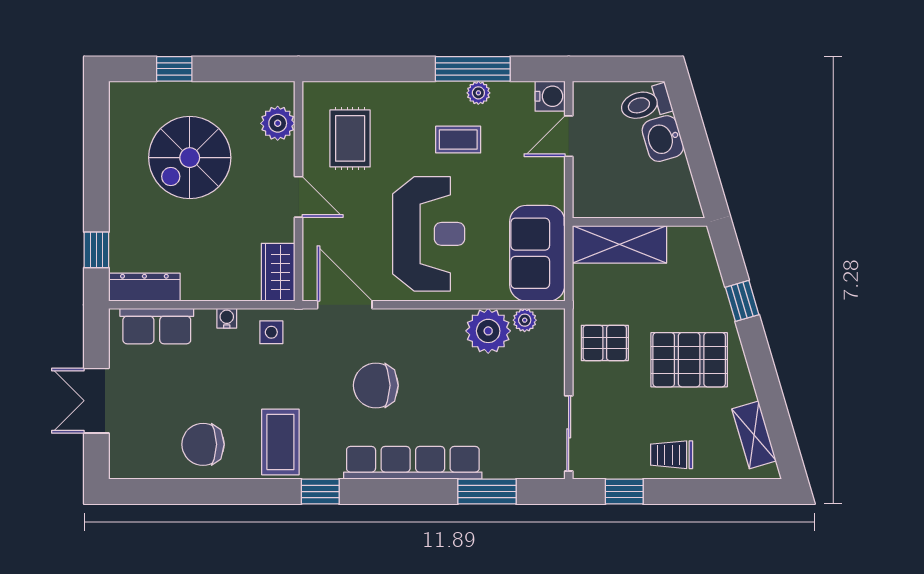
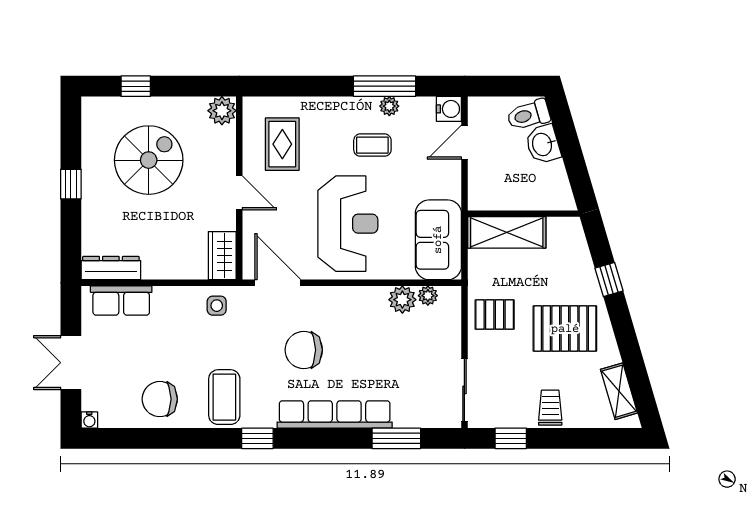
plant: (278, 123) -> (222, 111), moved
spiral stairs: (190, 158) -> (149, 160), turned 180
window: (96, 250) -> (71, 184), moved
water cooler: (227, 318) -> (89, 420), moved, turned 180
plant: (488, 331) -> (402, 300), width x0.73, depth x0.73
trolley: (672, 455) -> (550, 408), turned 90

